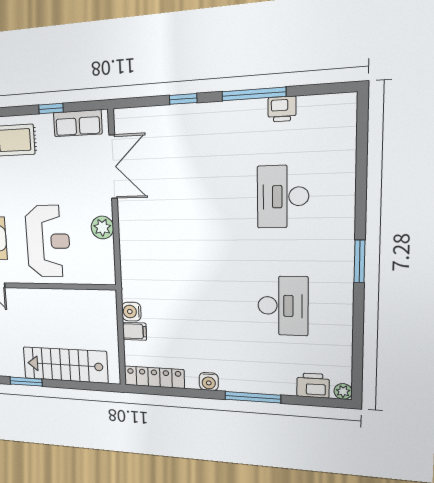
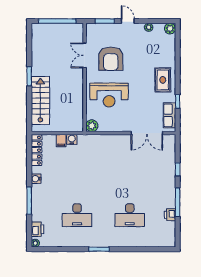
desk: (283, 197) -> (130, 215), turned 180
plant: (102, 228) -> (92, 126), moved

